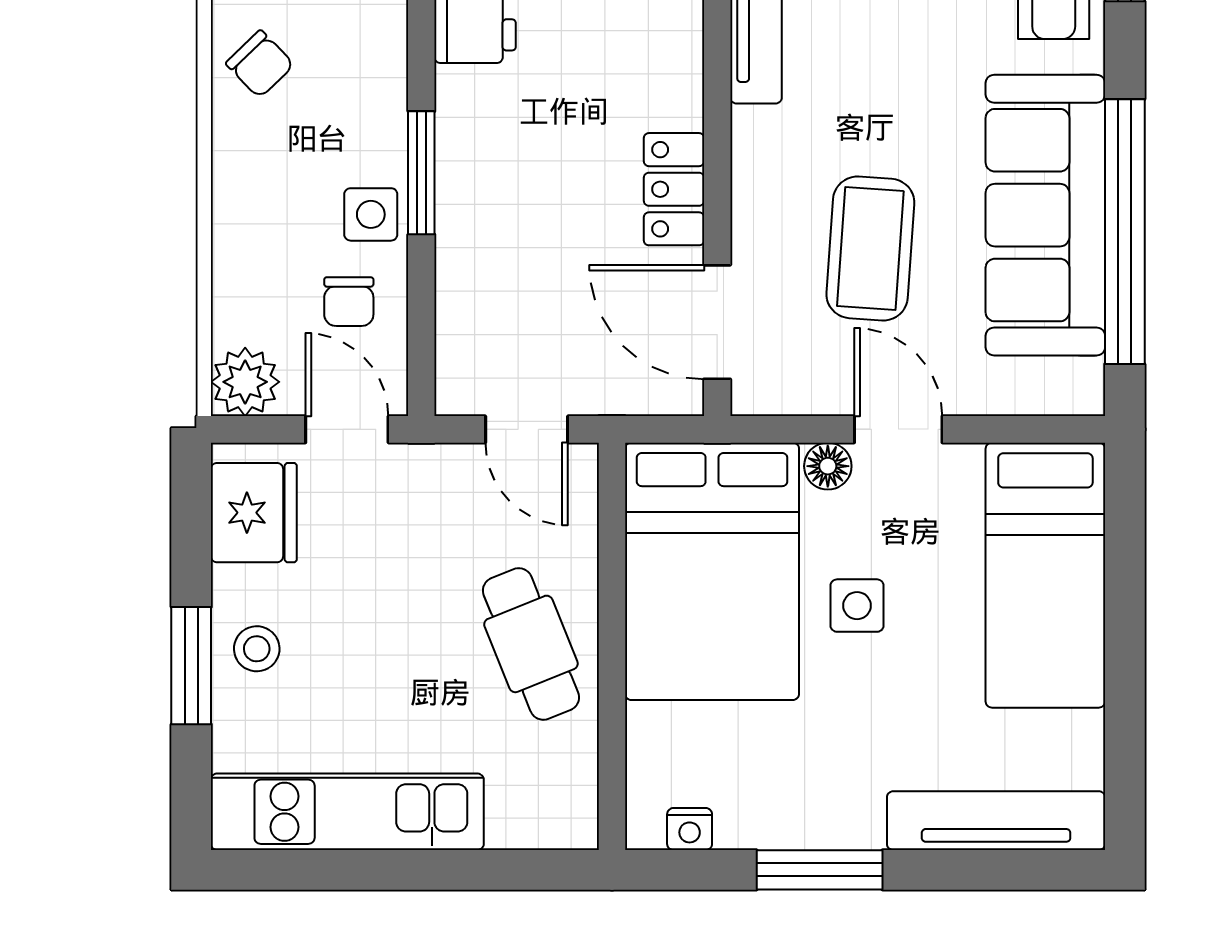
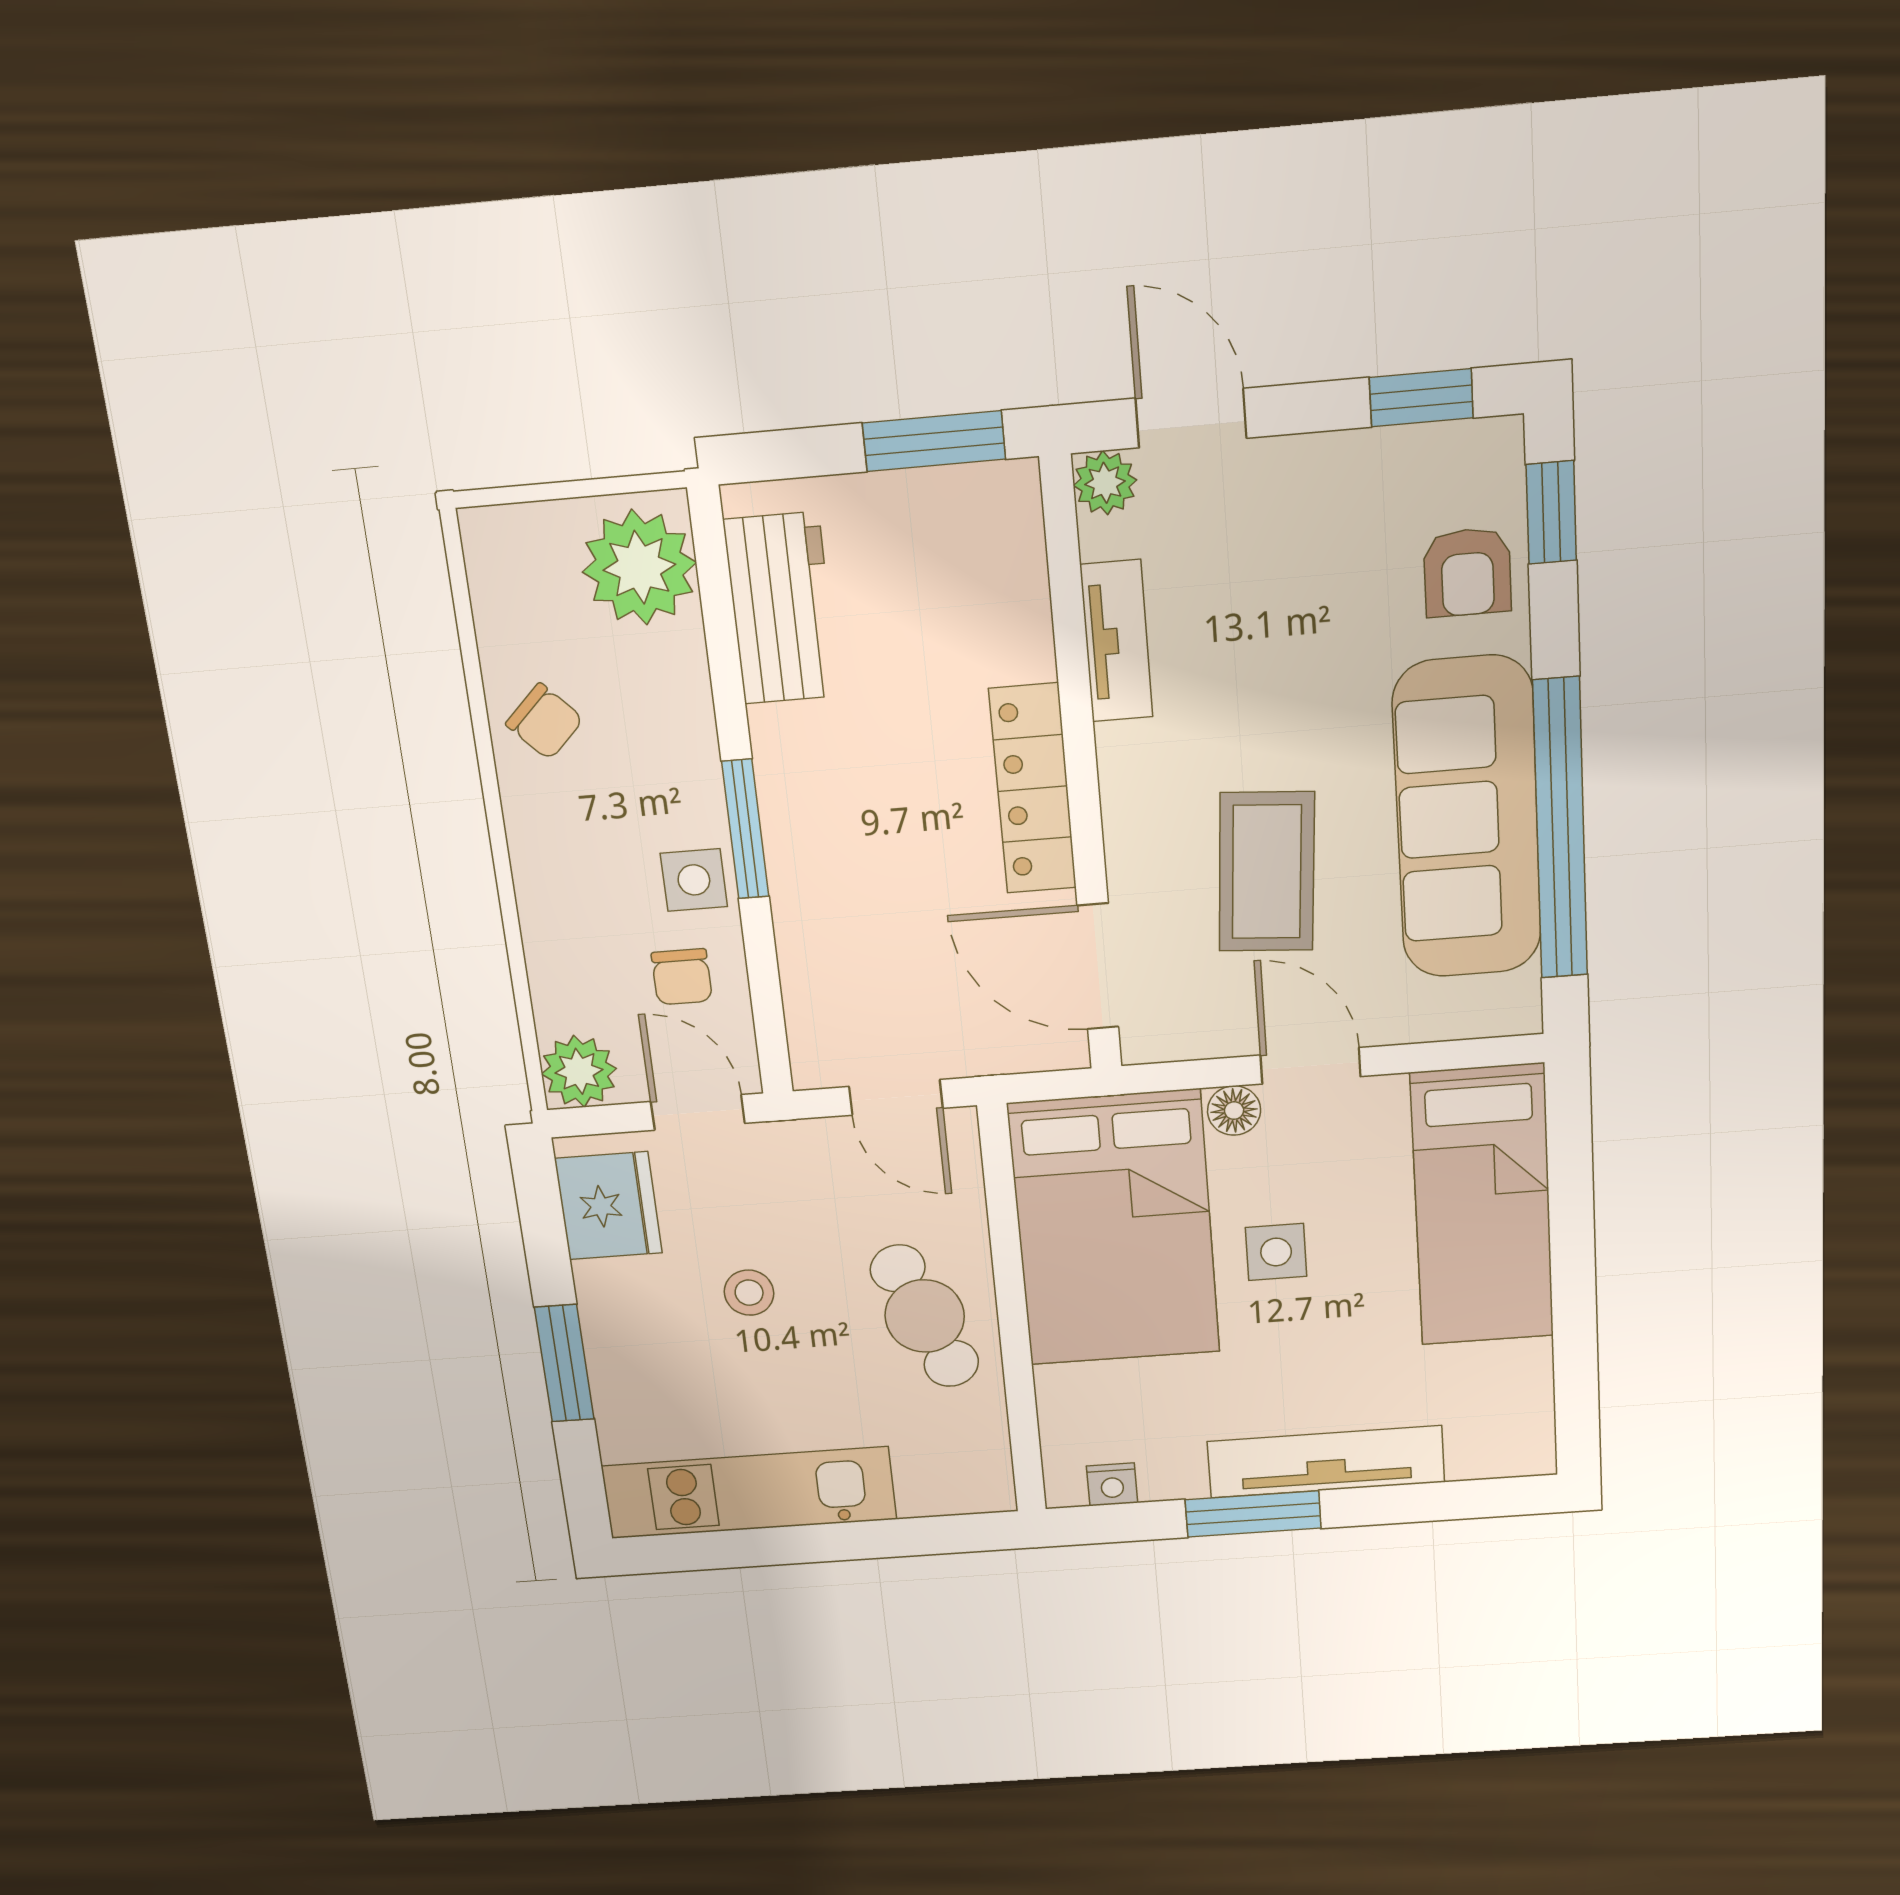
locker: (674, 189) -> (1033, 789), width x1.53
stool: (257, 649) -> (749, 1293), moved
tv unit: (996, 821) -> (1326, 1462), moved

